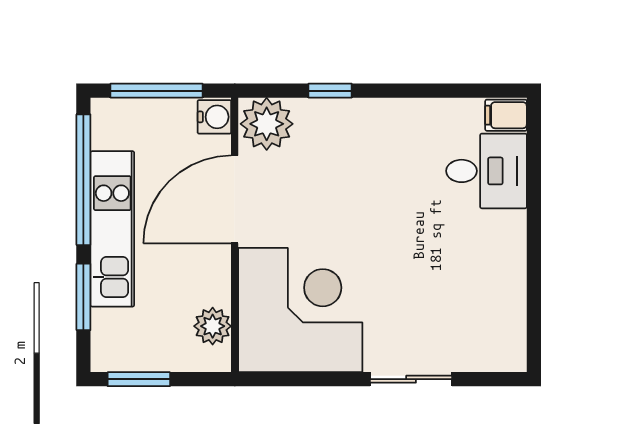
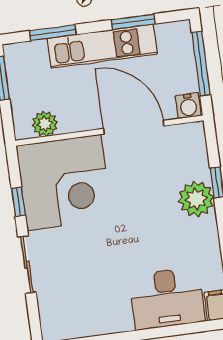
plant: (267, 124) -> (196, 199), moved
desk: (487, 171) -> (167, 298), width x1.37
window: (83, 180) -> (133, 22), width x0.47
window: (319, 379) -> (18, 202), added

